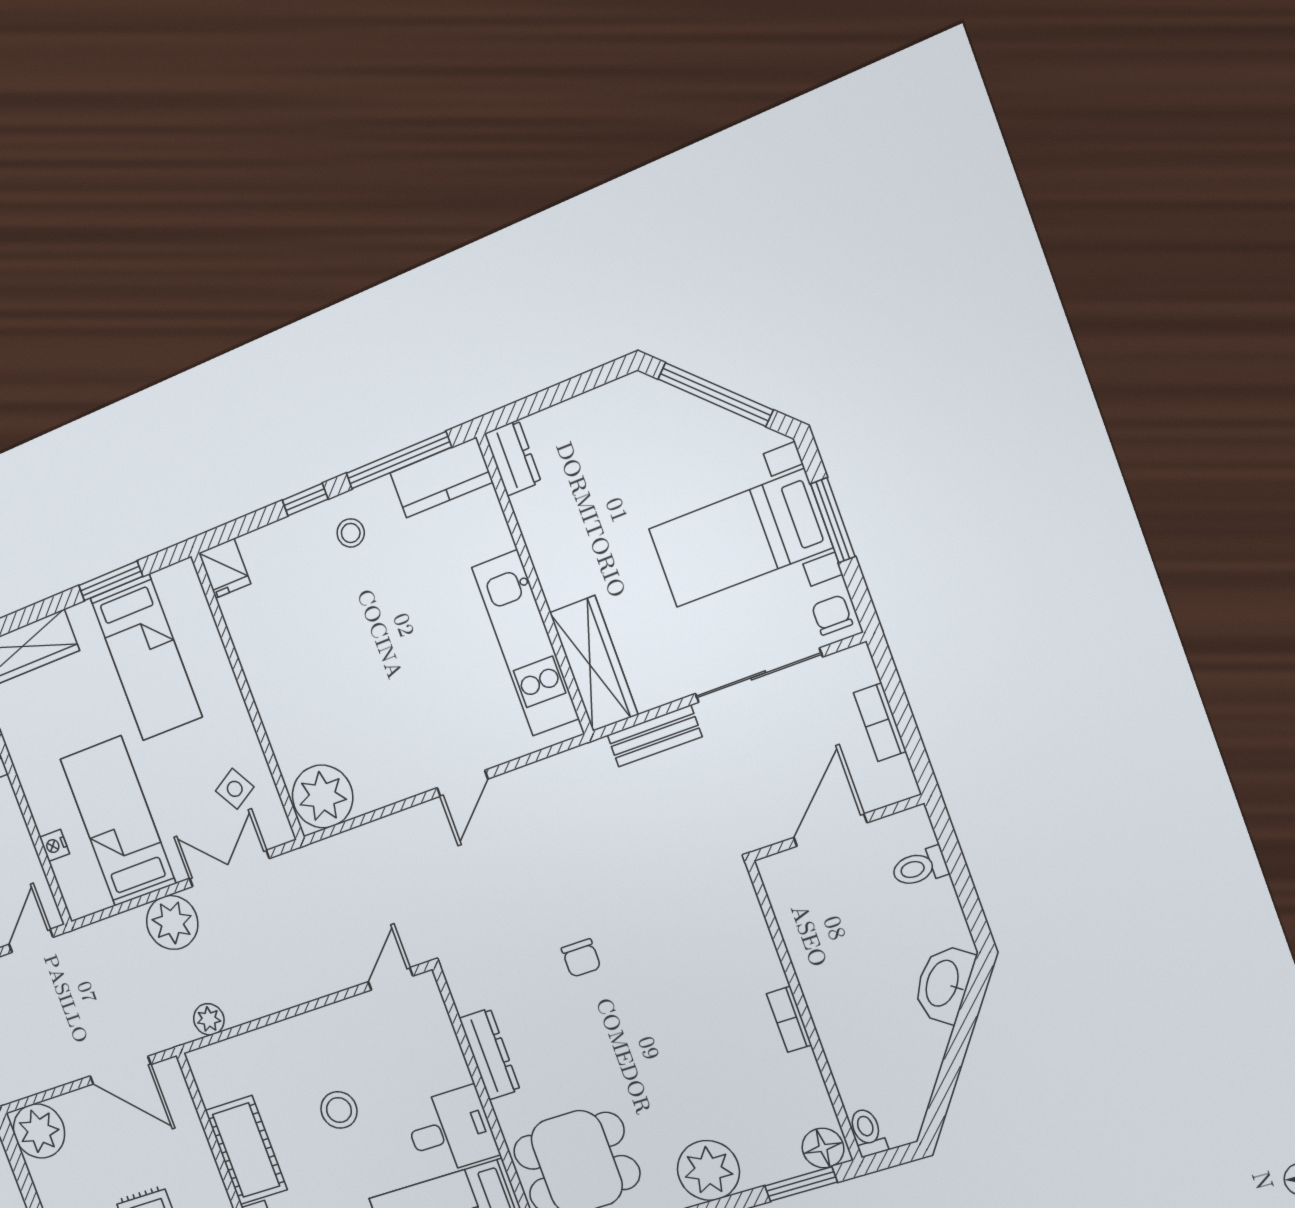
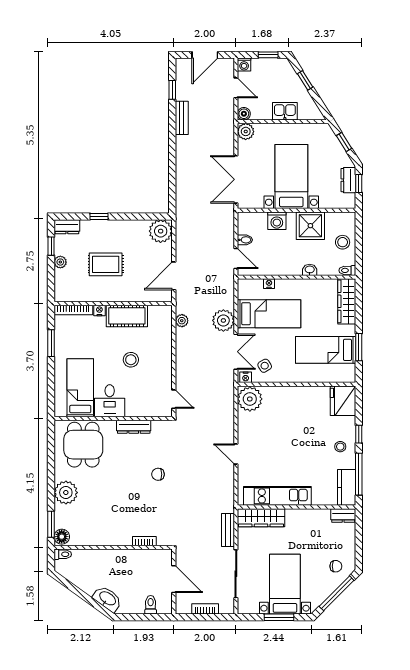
fridge: (225, 568) -> (343, 401), width x1.88, depth x1.34
chair: (832, 615) -> (336, 566), moved
nightstand: (277, 825) -> (246, 377), added
bookcase: (789, 1019) -> (144, 541), moved

